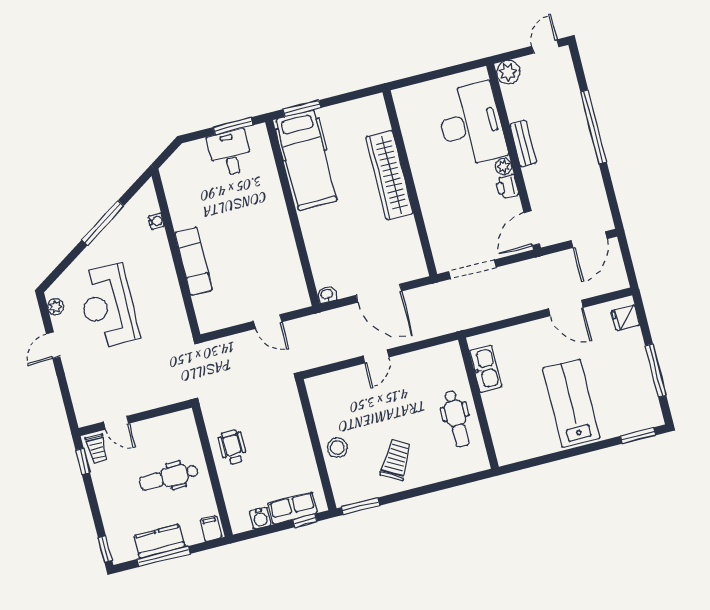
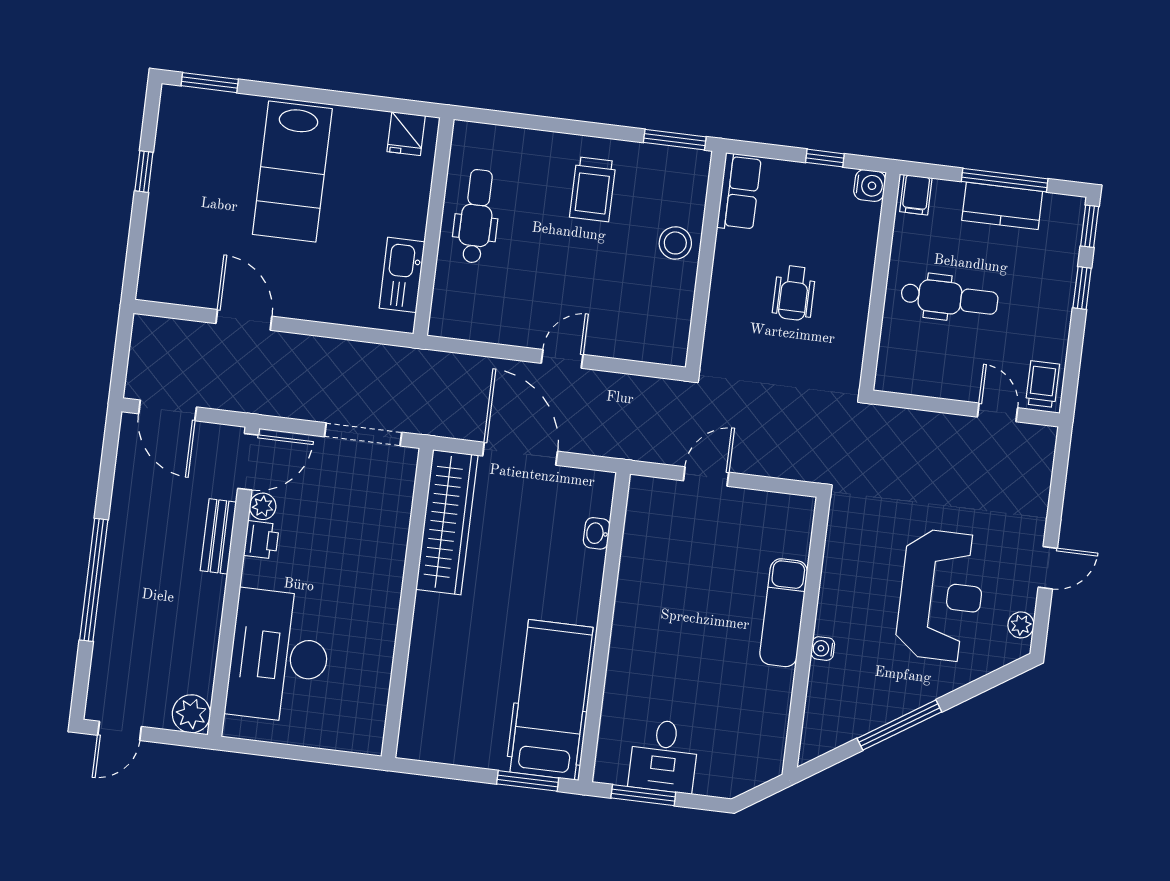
bench: (523, 144) -> (218, 536), moved
plant: (504, 166) -> (263, 506), moved
wardrobe: (389, 175) -> (447, 522), moved
water cooler: (156, 221) -> (823, 649), moved
door: (589, 240) -> (168, 410), swing flipped
washbasin: (327, 295) -> (597, 533), moved, turned 90
fridge: (625, 318) -> (406, 134), moved, turned 90
door: (268, 321) -> (706, 477), hinge flipped
window: (656, 370) -> (144, 172), width x0.46
wheelchair: (233, 447) -> (794, 293), moved
trolley: (396, 460) -> (593, 189), turned -30
window: (83, 461) -> (1082, 288), moved
row of seats: (293, 508) -> (739, 192), moved, turned -90
water cooler: (260, 518) -> (870, 185), moved, turned 90
window: (305, 520) -> (825, 158), moved

